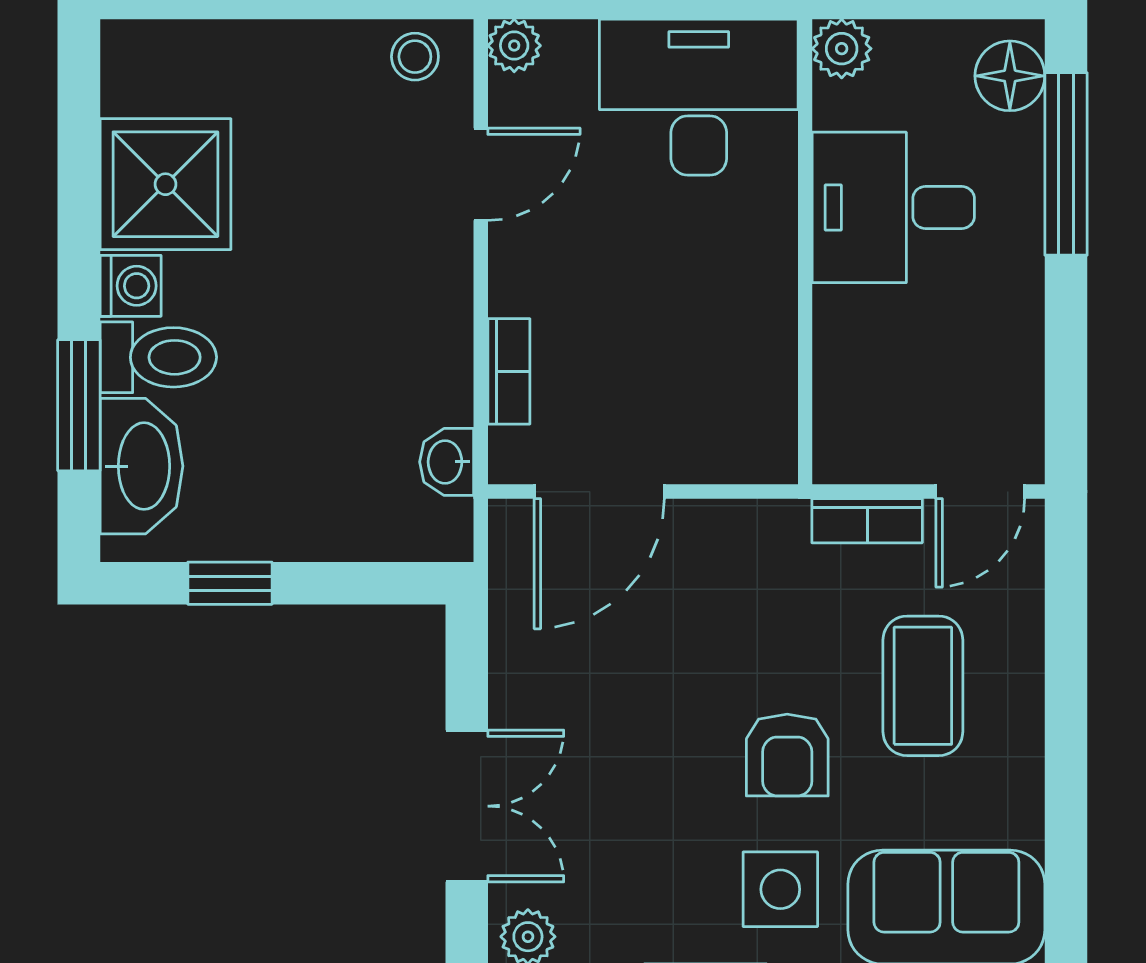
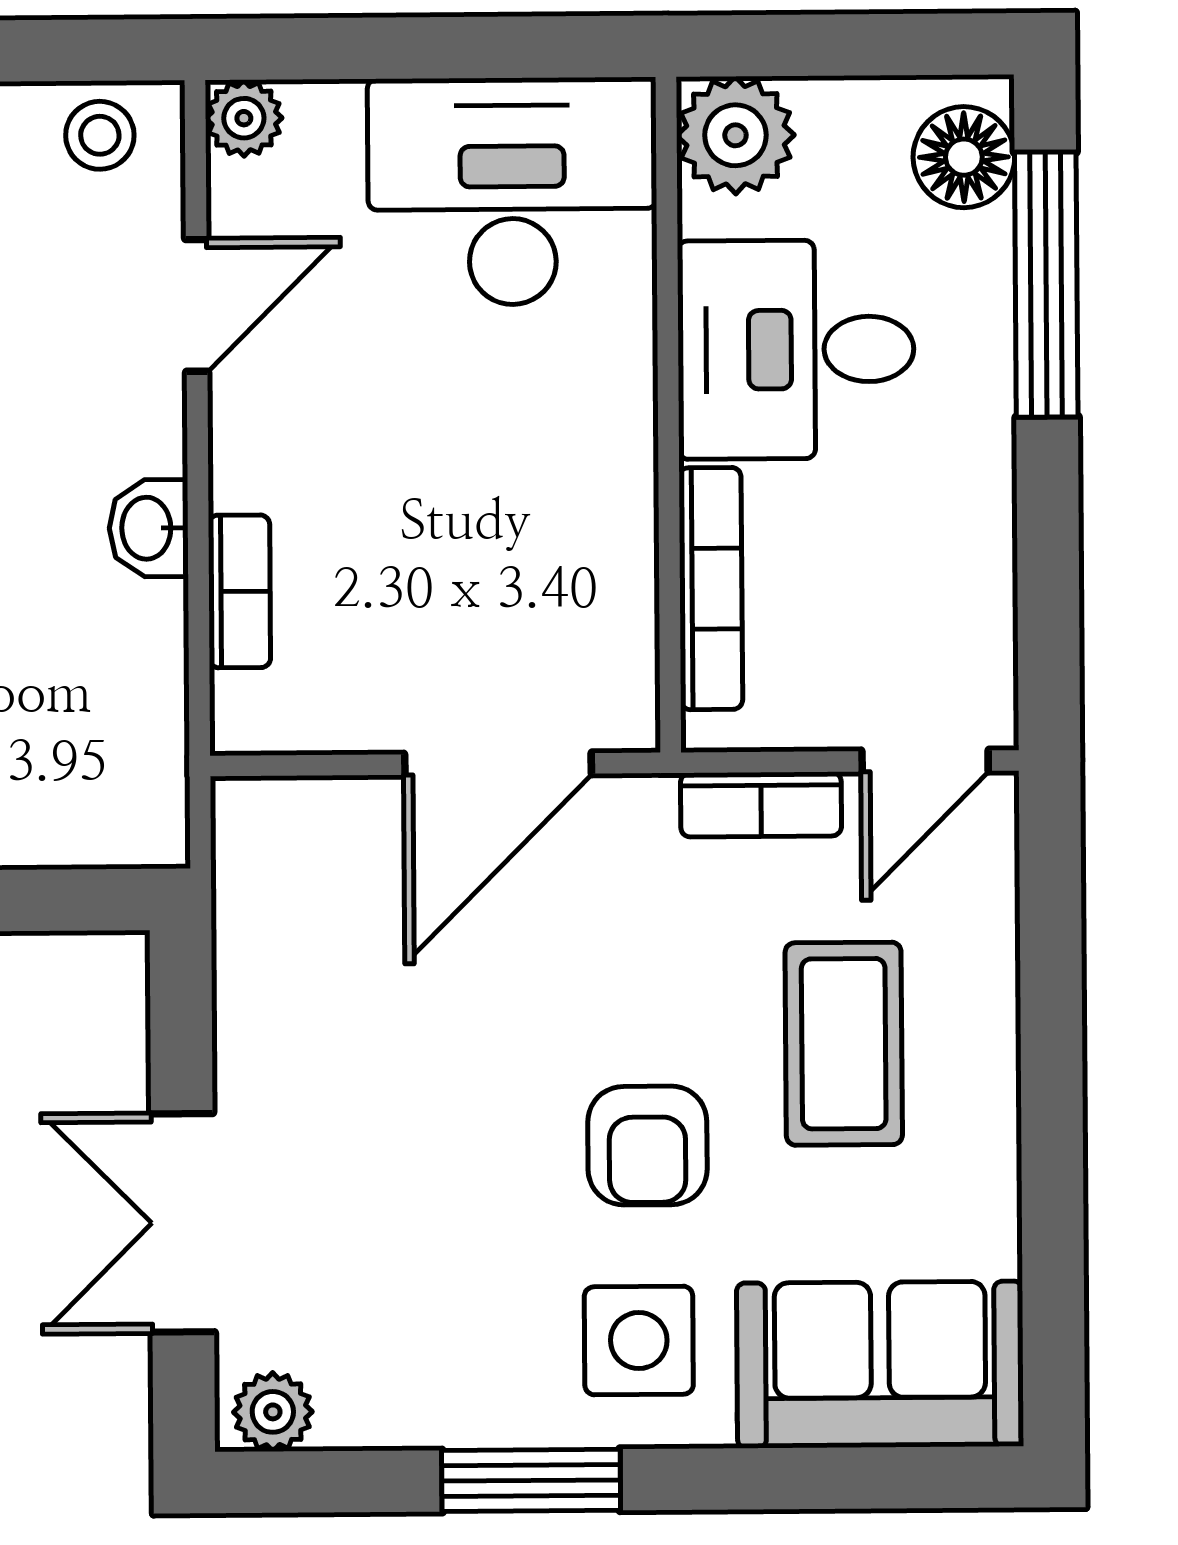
plant: (842, 49) -> (735, 135), width x1.38, depth x1.38
bookcase: (834, 372) -> (711, 589), added
washbasin: (447, 462) -> (149, 528), moved
door: (599, 492) -> (498, 764), moved
double door: (467, 806) -> (183, 1223), swing flipped

